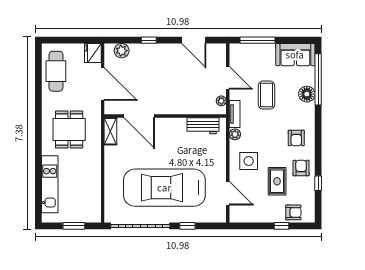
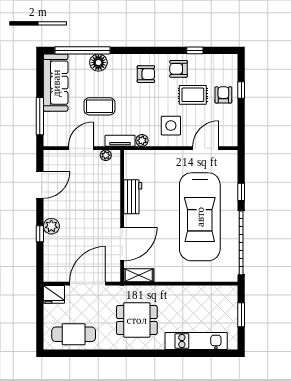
plant: (122, 51) -> (51, 226), moved
sofa: (295, 55) -> (56, 83), width x1.36
workbench: (203, 126) -> (133, 197), moved
armchair: (293, 212) -> (223, 95), moved

